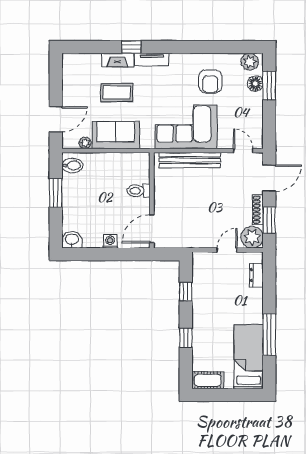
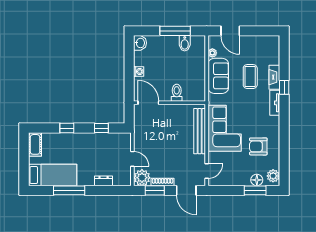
bidet: (72, 165) -> (185, 43), moved
window: (56, 193) -> (175, 31), width x1.44
dresser: (256, 275) -> (104, 181), moved

